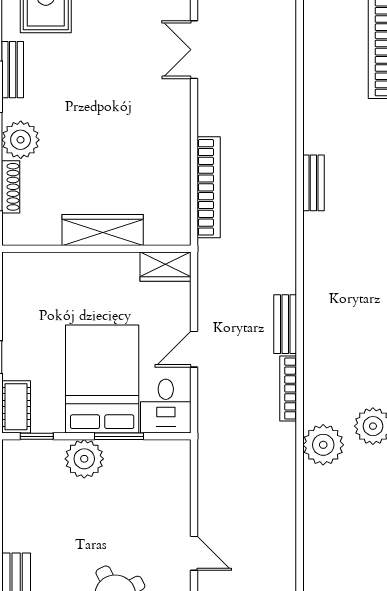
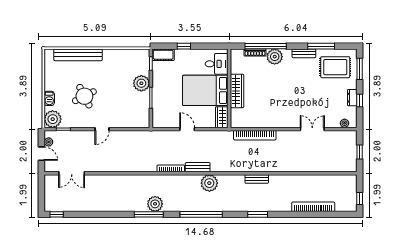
bed: (102, 379) -> (205, 90), moved, turned 180
desk: (166, 406) -> (217, 64), moved, turned 180
plant: (323, 445) -> (209, 183), moved

